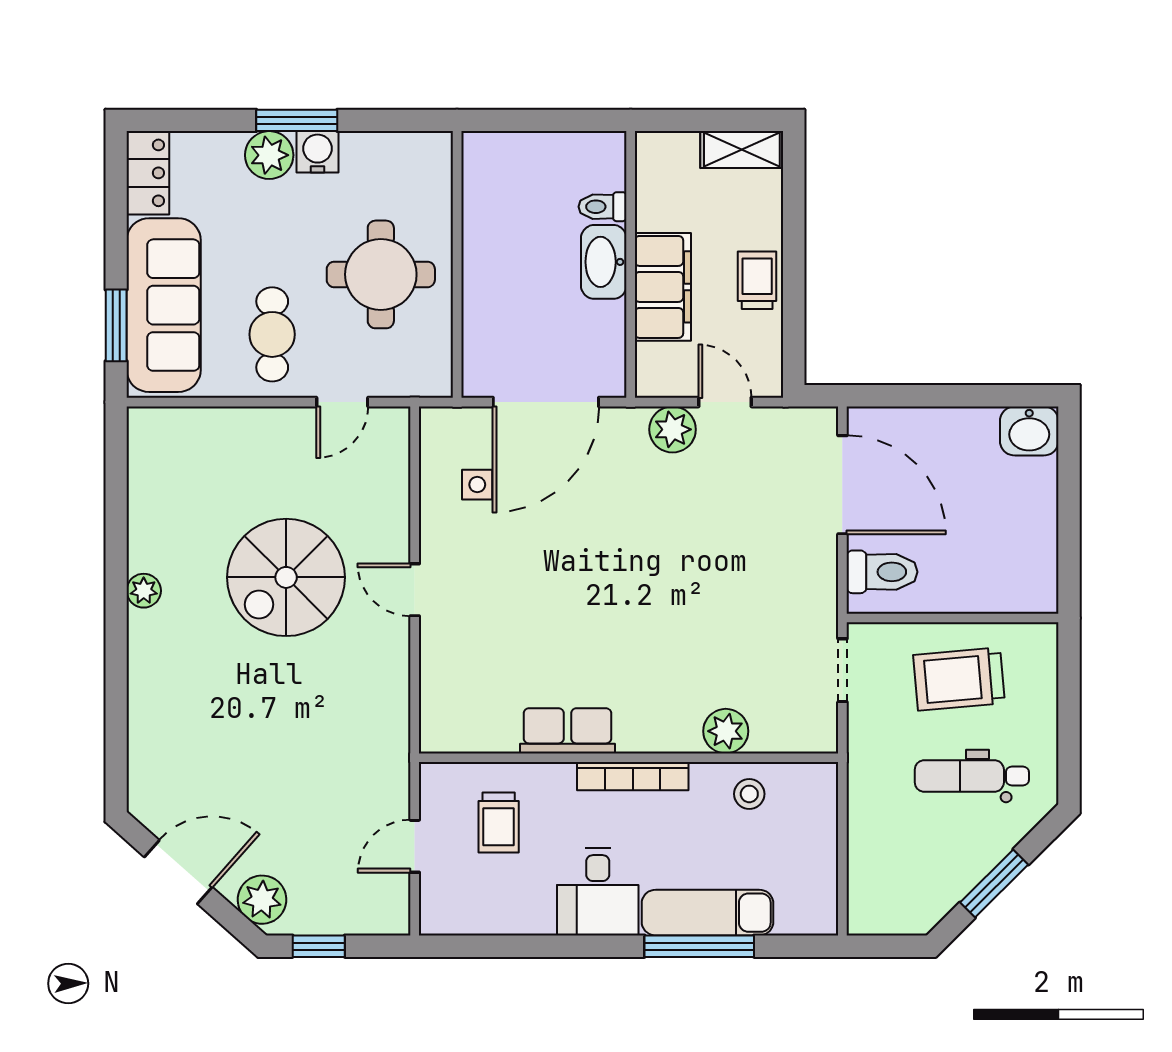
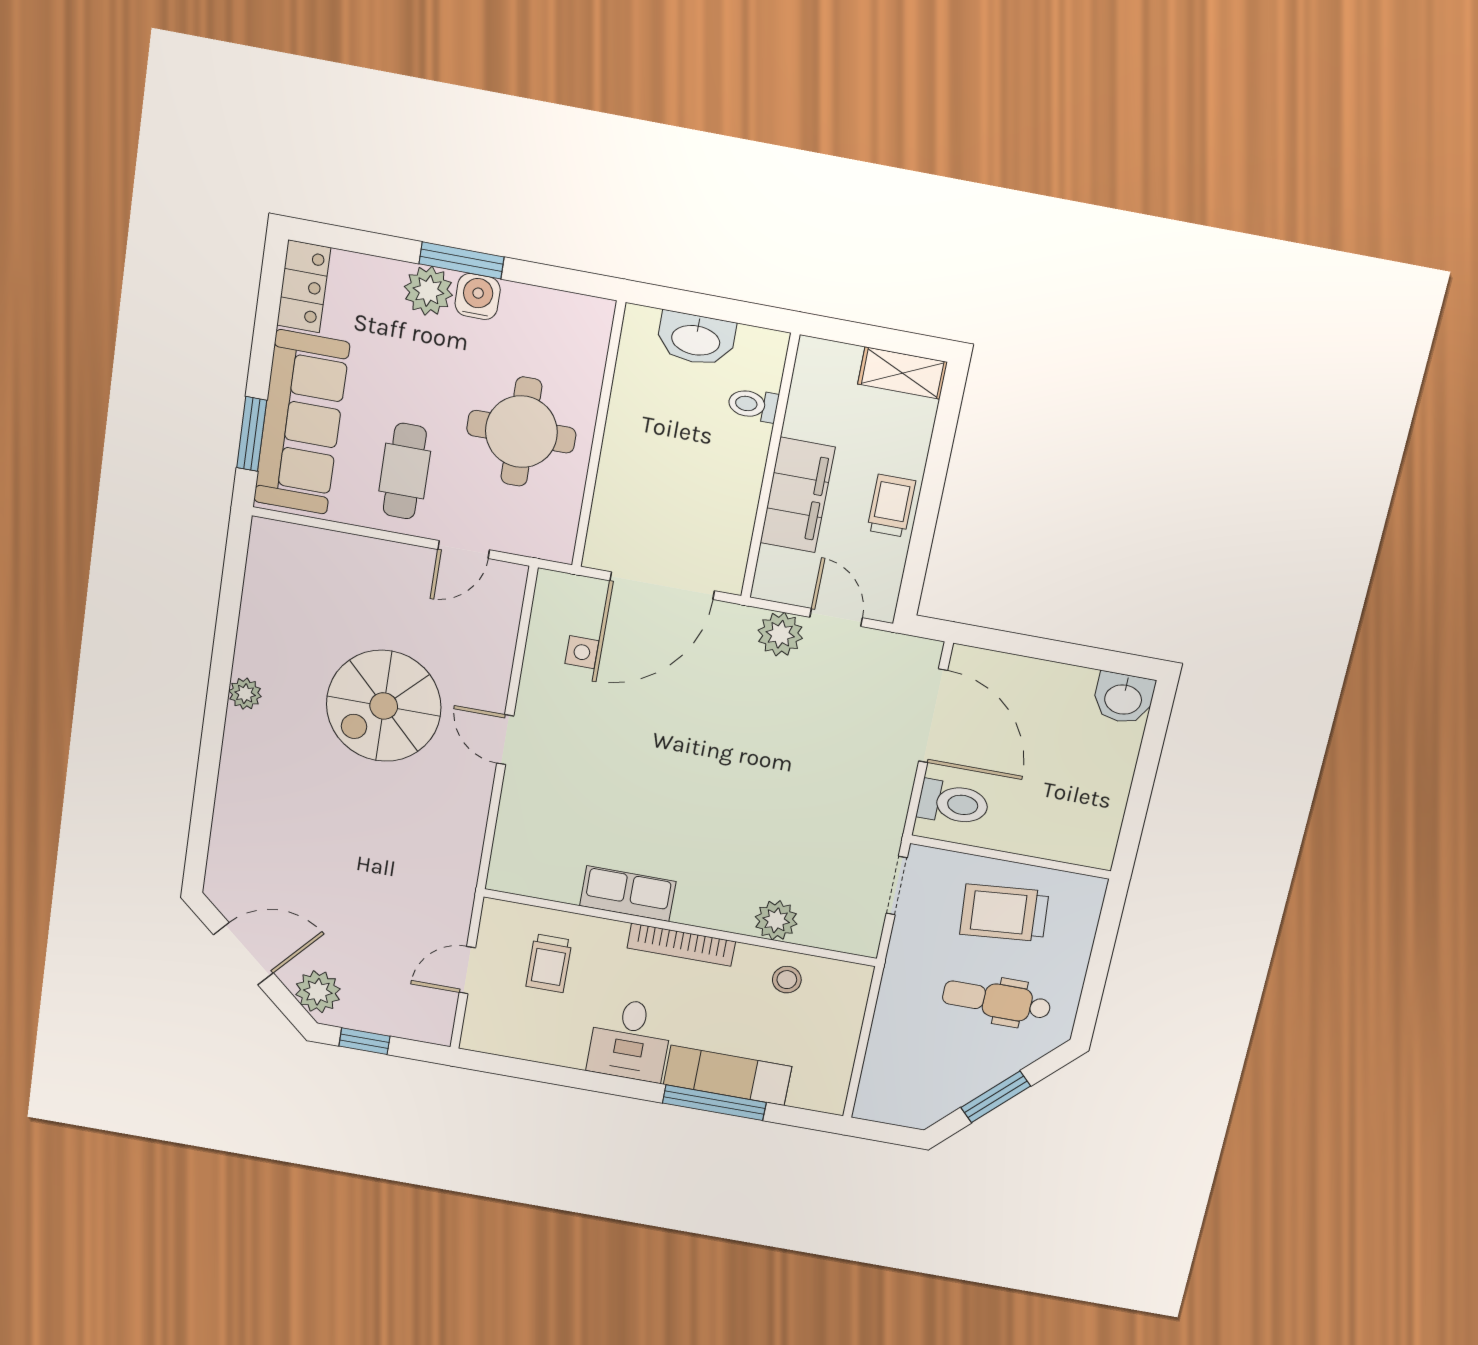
washbasin: (604, 262) -> (696, 339), moved, turned -90

